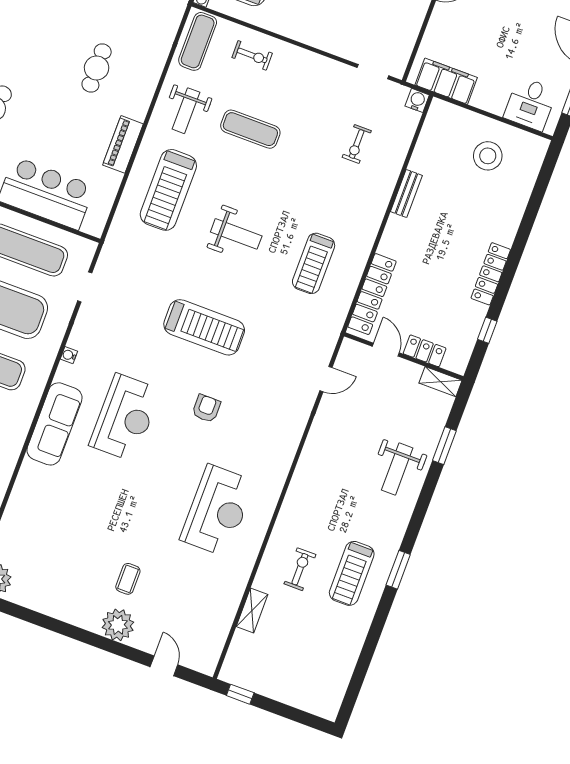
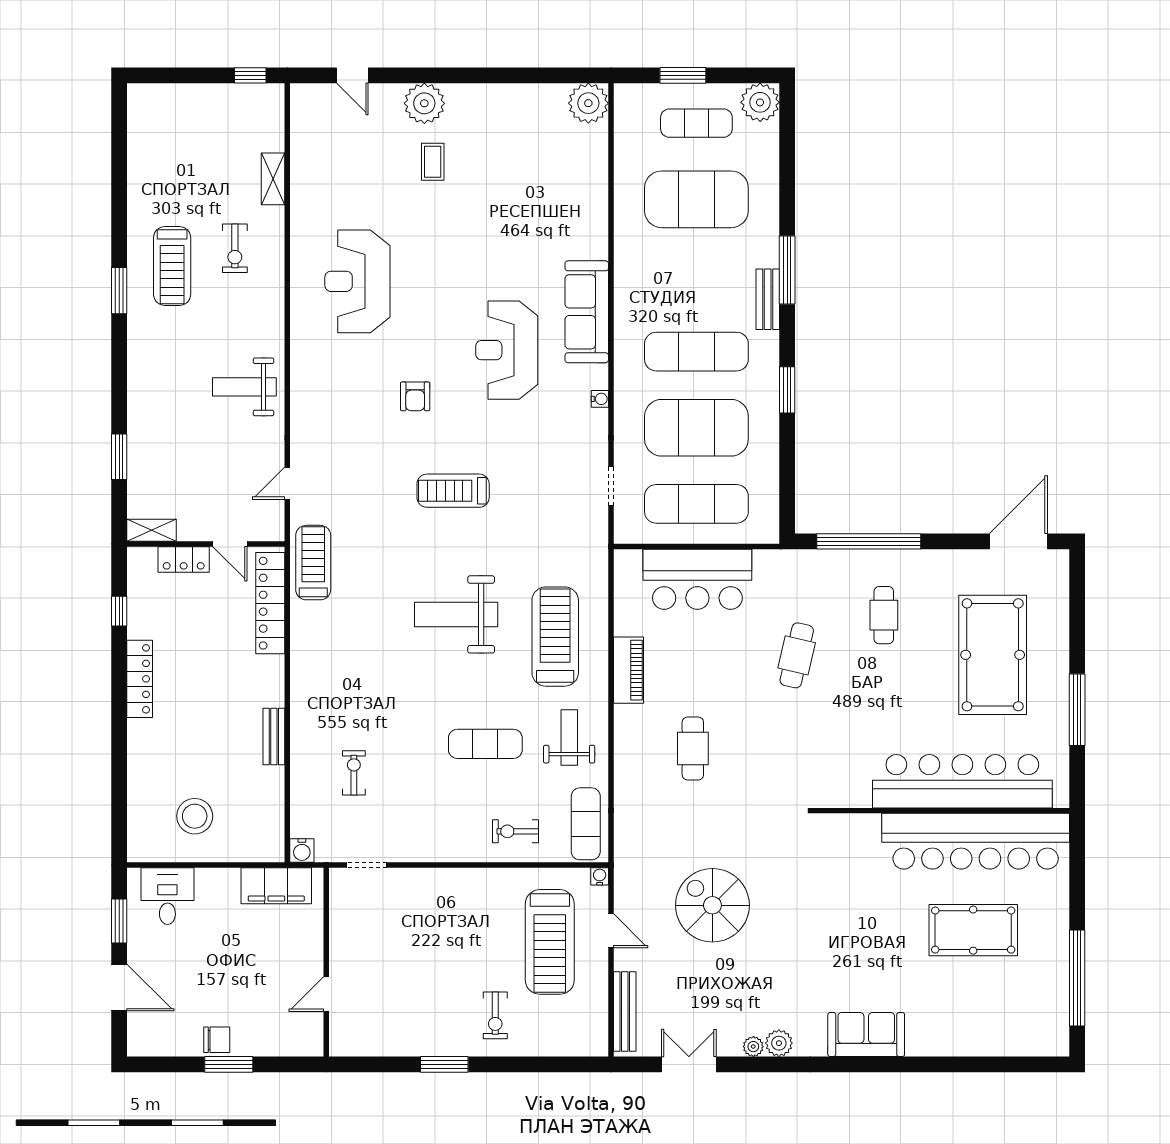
weight bench: (236, 234) -> (456, 614), width x1.36, depth x1.33
treadmill: (314, 263) -> (313, 563), moved
treadmill: (204, 327) -> (453, 491), width x0.73, depth x0.73
weight bench: (397, 469) -> (244, 387), moved, turned -90
treadmill: (352, 573) -> (172, 266), turned 180

